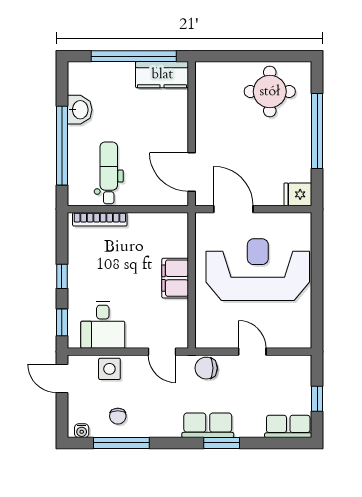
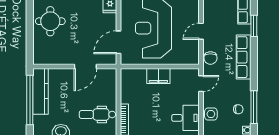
kitchen counter: (162, 75) -> (41, 91), width x1.50
door: (192, 172) -> (85, 66), moved
row of seats: (208, 425) -> (244, 57), width x1.48
window: (222, 443) -> (254, 26), moved

